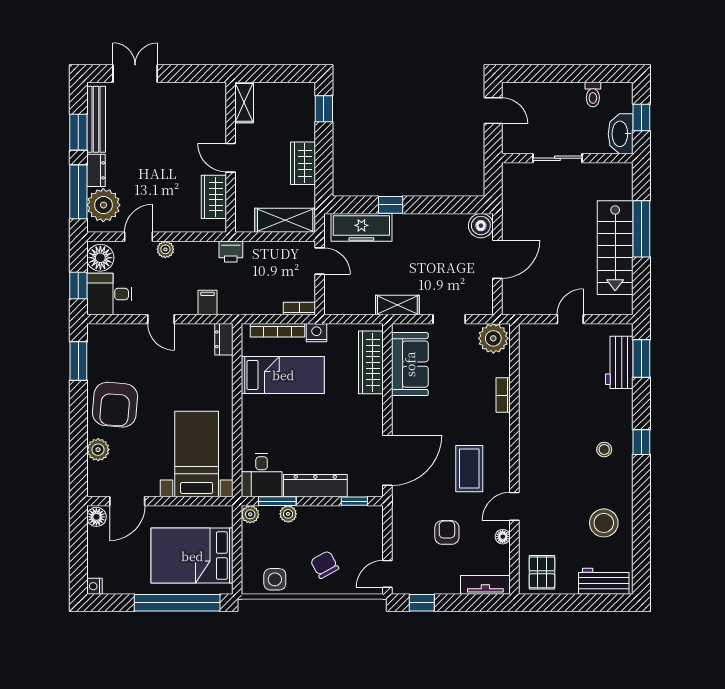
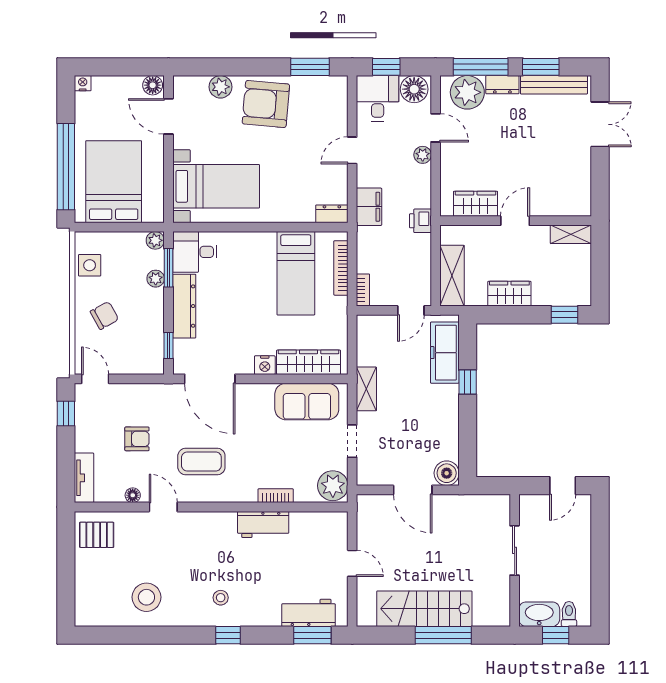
toilet: (593, 94) -> (569, 614), moved, turned 90
filing cabinet: (208, 302) -> (369, 207), width x2.00
nightstand: (316, 333) -> (265, 365), moved, turned 90
workbench: (604, 581) -> (263, 524), moved, turned 90

